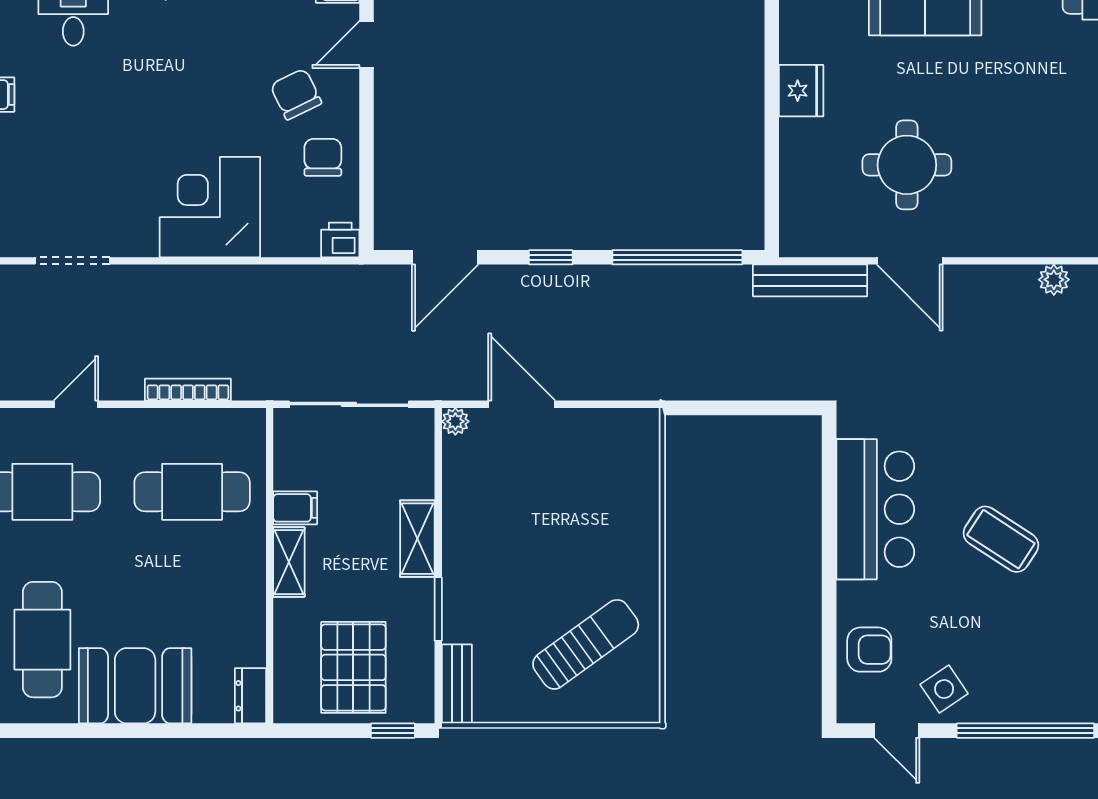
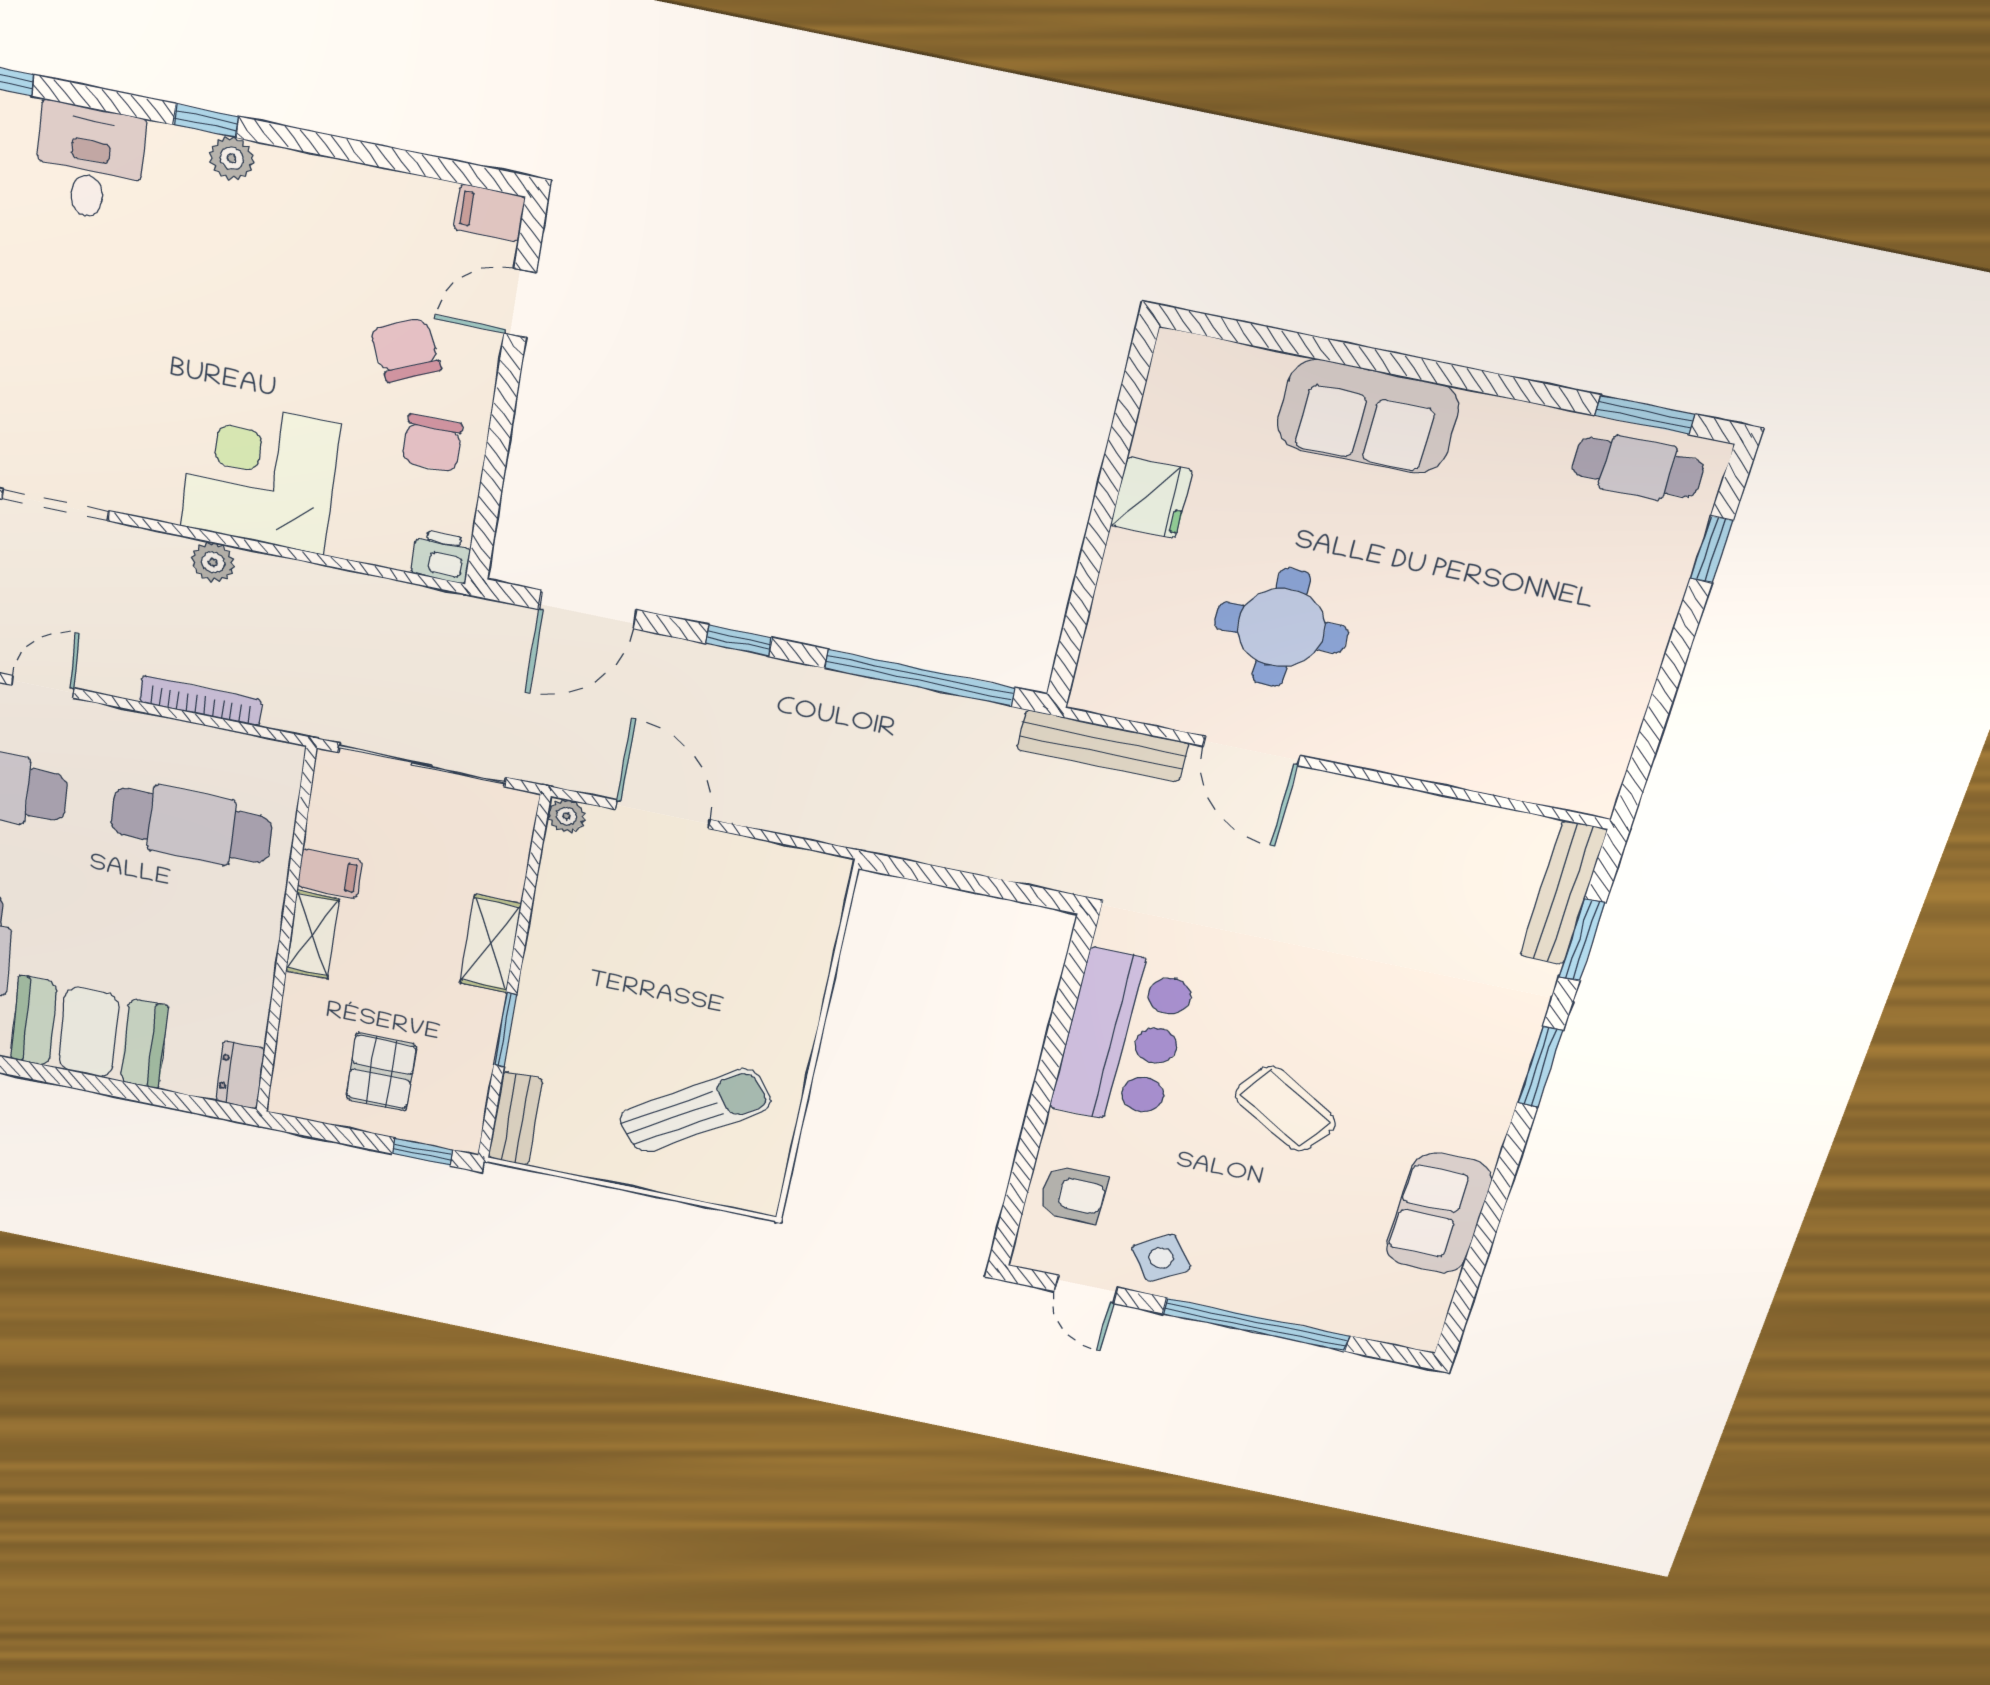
chair: (323, 157) -> (432, 443), turned 180
plant: (1054, 280) -> (213, 562), moved
pallet: (353, 667) -> (381, 1072), width x0.67, depth x0.71

